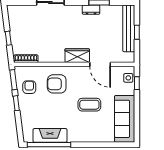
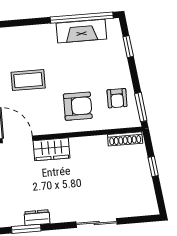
window: (16, 103) -> (128, 47), moved

